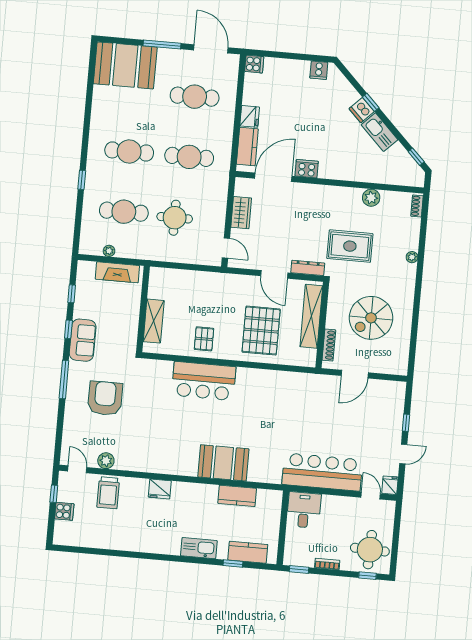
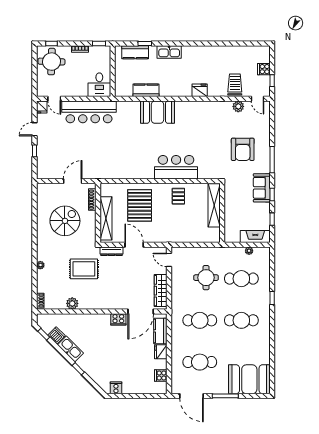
cooker: (254, 64) -> (161, 376), moved
dishwasher: (362, 110) -> (56, 335), moved
wardrobe: (241, 213) -> (161, 291), width x1.50
fireplace: (117, 272) -> (255, 237), moved
shelving: (154, 321) -> (214, 205), width x1.47

